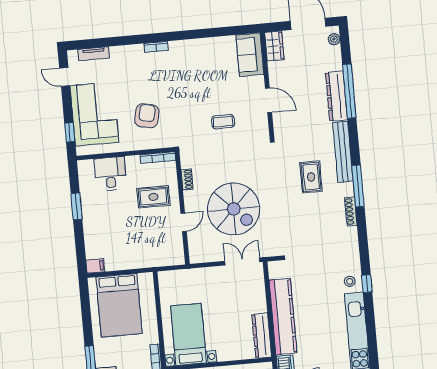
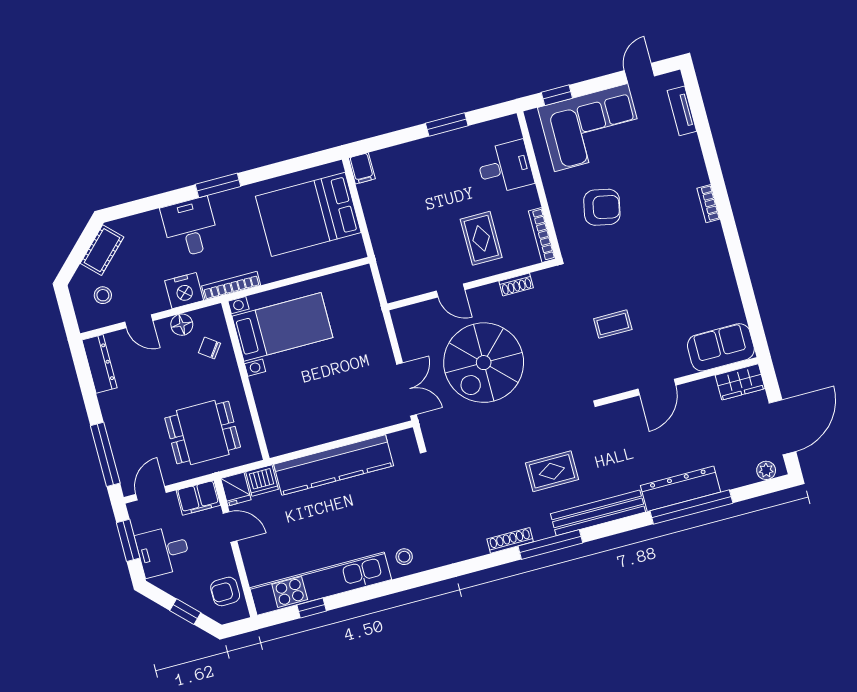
coffee table: (223, 122) -> (613, 324), turned 90
window: (367, 284) -> (312, 608), moved
dresser: (262, 336) -> (300, 438), removed

